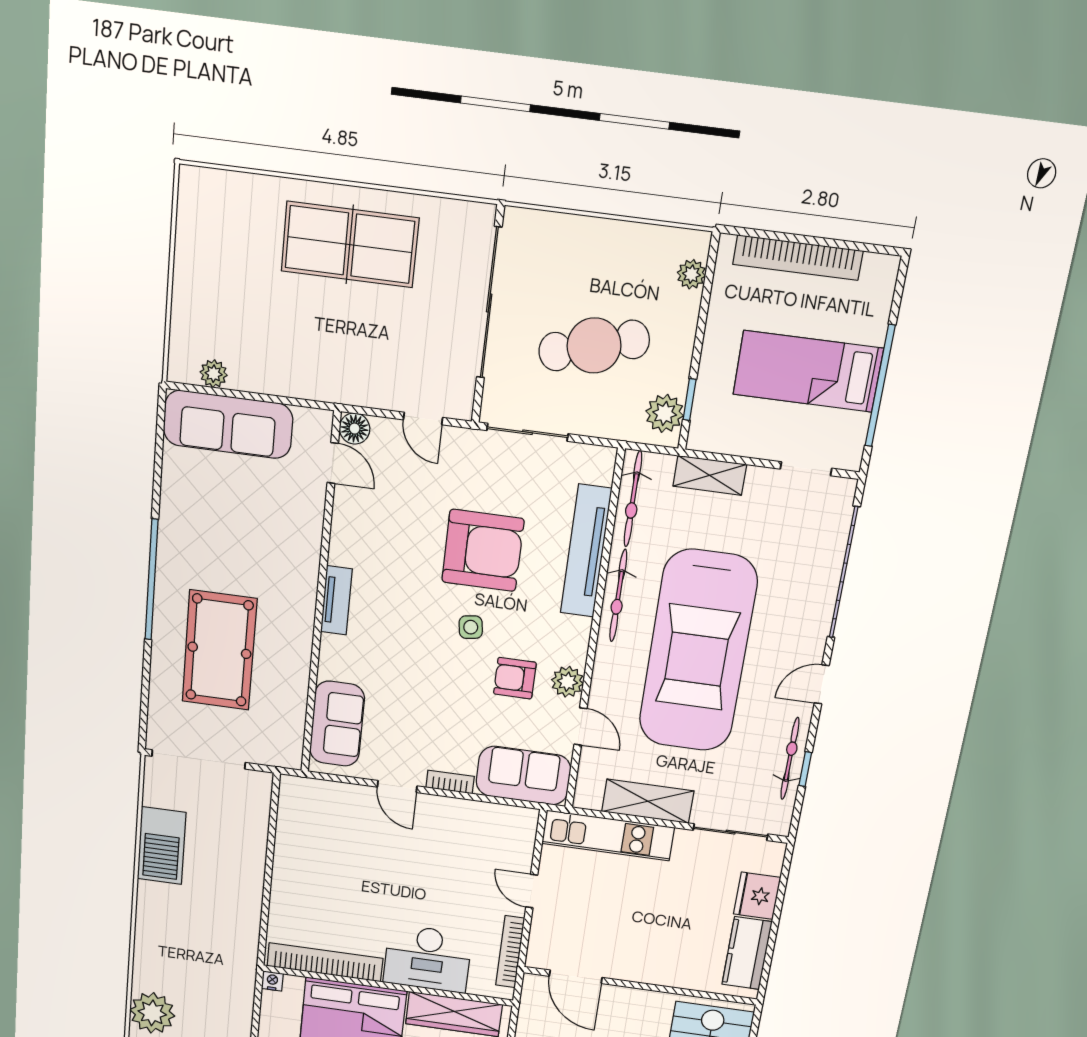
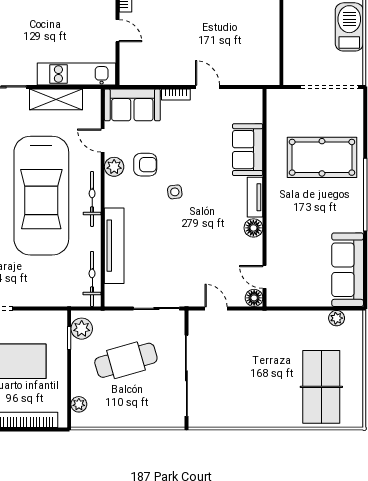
table tennis table: (350, 245) -> (321, 387), moved, turned 90
sofa: (228, 424) -> (348, 270), moved, turned -90
shelving: (710, 475) -> (51, 298), removed
floor lamp: (344, 549) -> (253, 228), added
armchair: (483, 550) -> (173, 238), removed
bicycle: (618, 596) -> (92, 199), moved
pool table: (219, 650) -> (322, 157), turned 90
car: (698, 651) -> (41, 196), turned 180
sofa: (337, 724) -> (248, 150), moved

